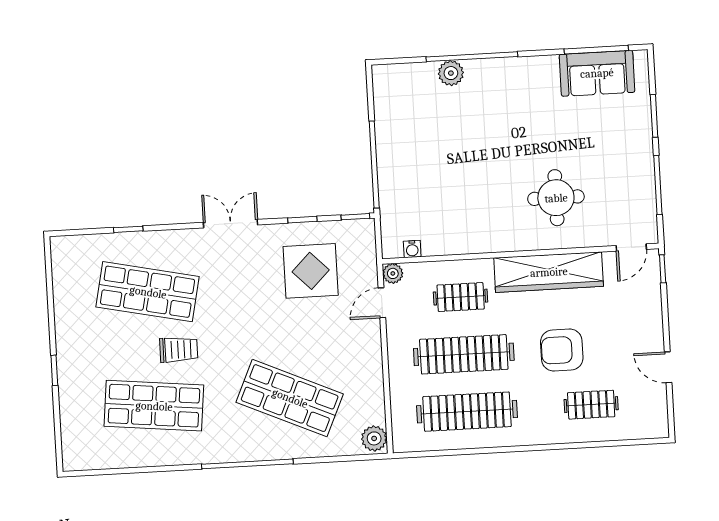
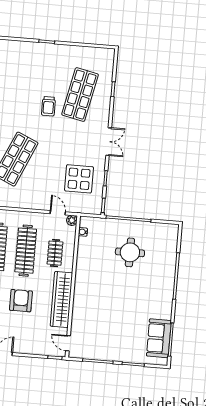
plant: (451, 73) -> (169, 264), removed
round table: (556, 198) -> (130, 252), moved
shop shelf: (154, 406) -> (22, 90), removed

